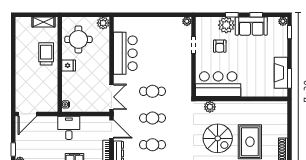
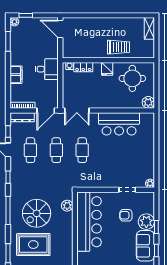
shelving: (44, 22) -> (149, 28), moved
bar counter: (218, 84) -> (89, 222), width x1.36
locker: (67, 90) -> (83, 67), added

